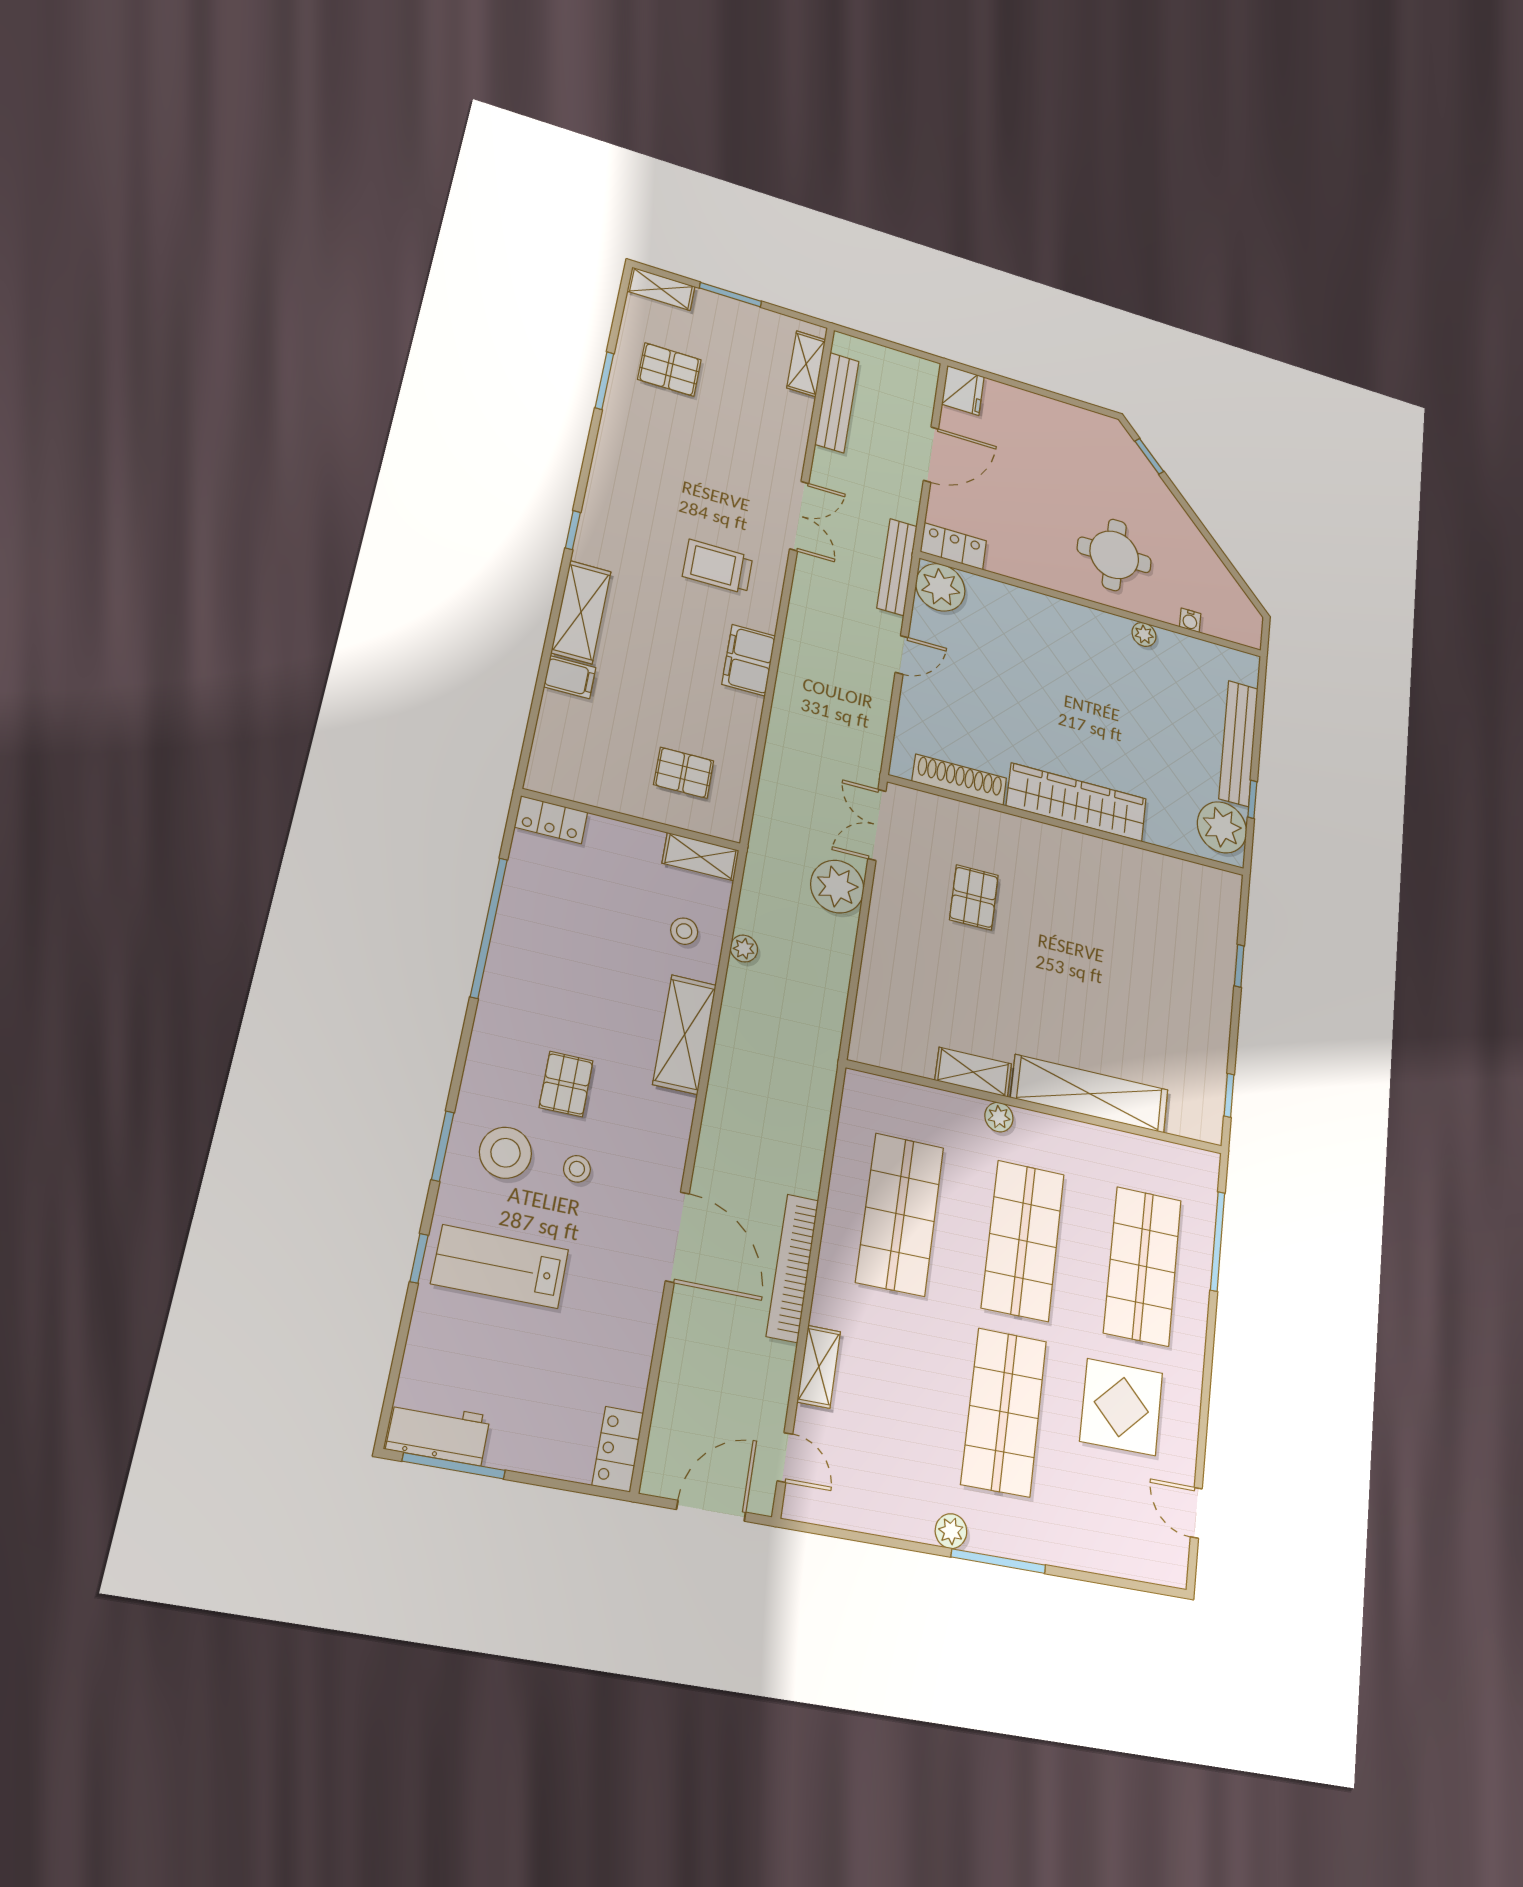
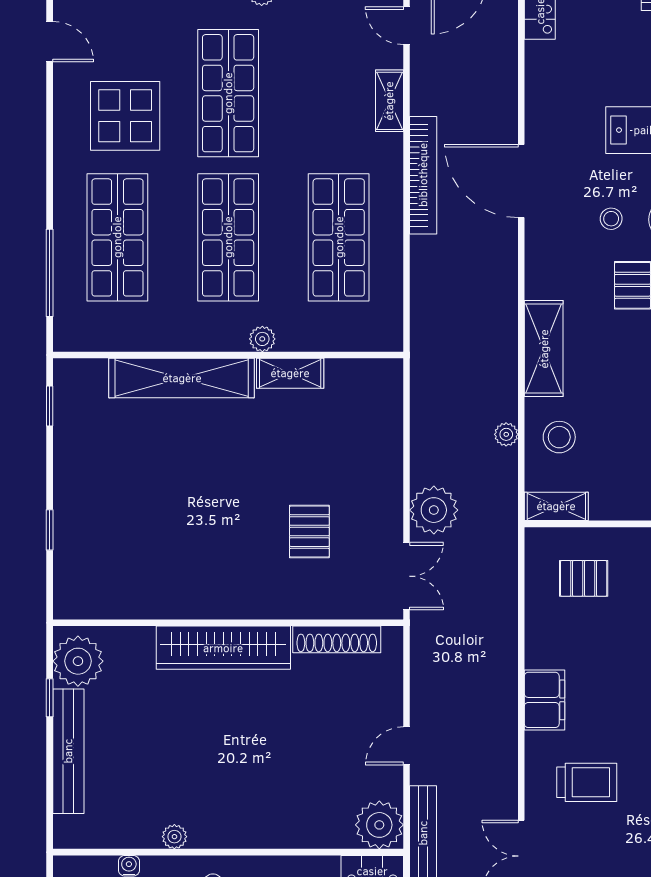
stool: (684, 931) -> (559, 437), width x1.37, depth x1.37

